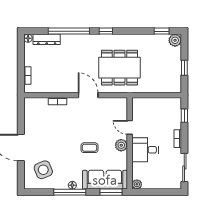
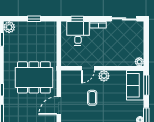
dining table: (119, 68) -> (34, 77), turned 90
coffee table: (89, 148) -> (92, 98), moved
desk: (145, 150) -> (78, 33), moved, turned 180
sofa: (105, 180) -> (135, 85), width x0.73

